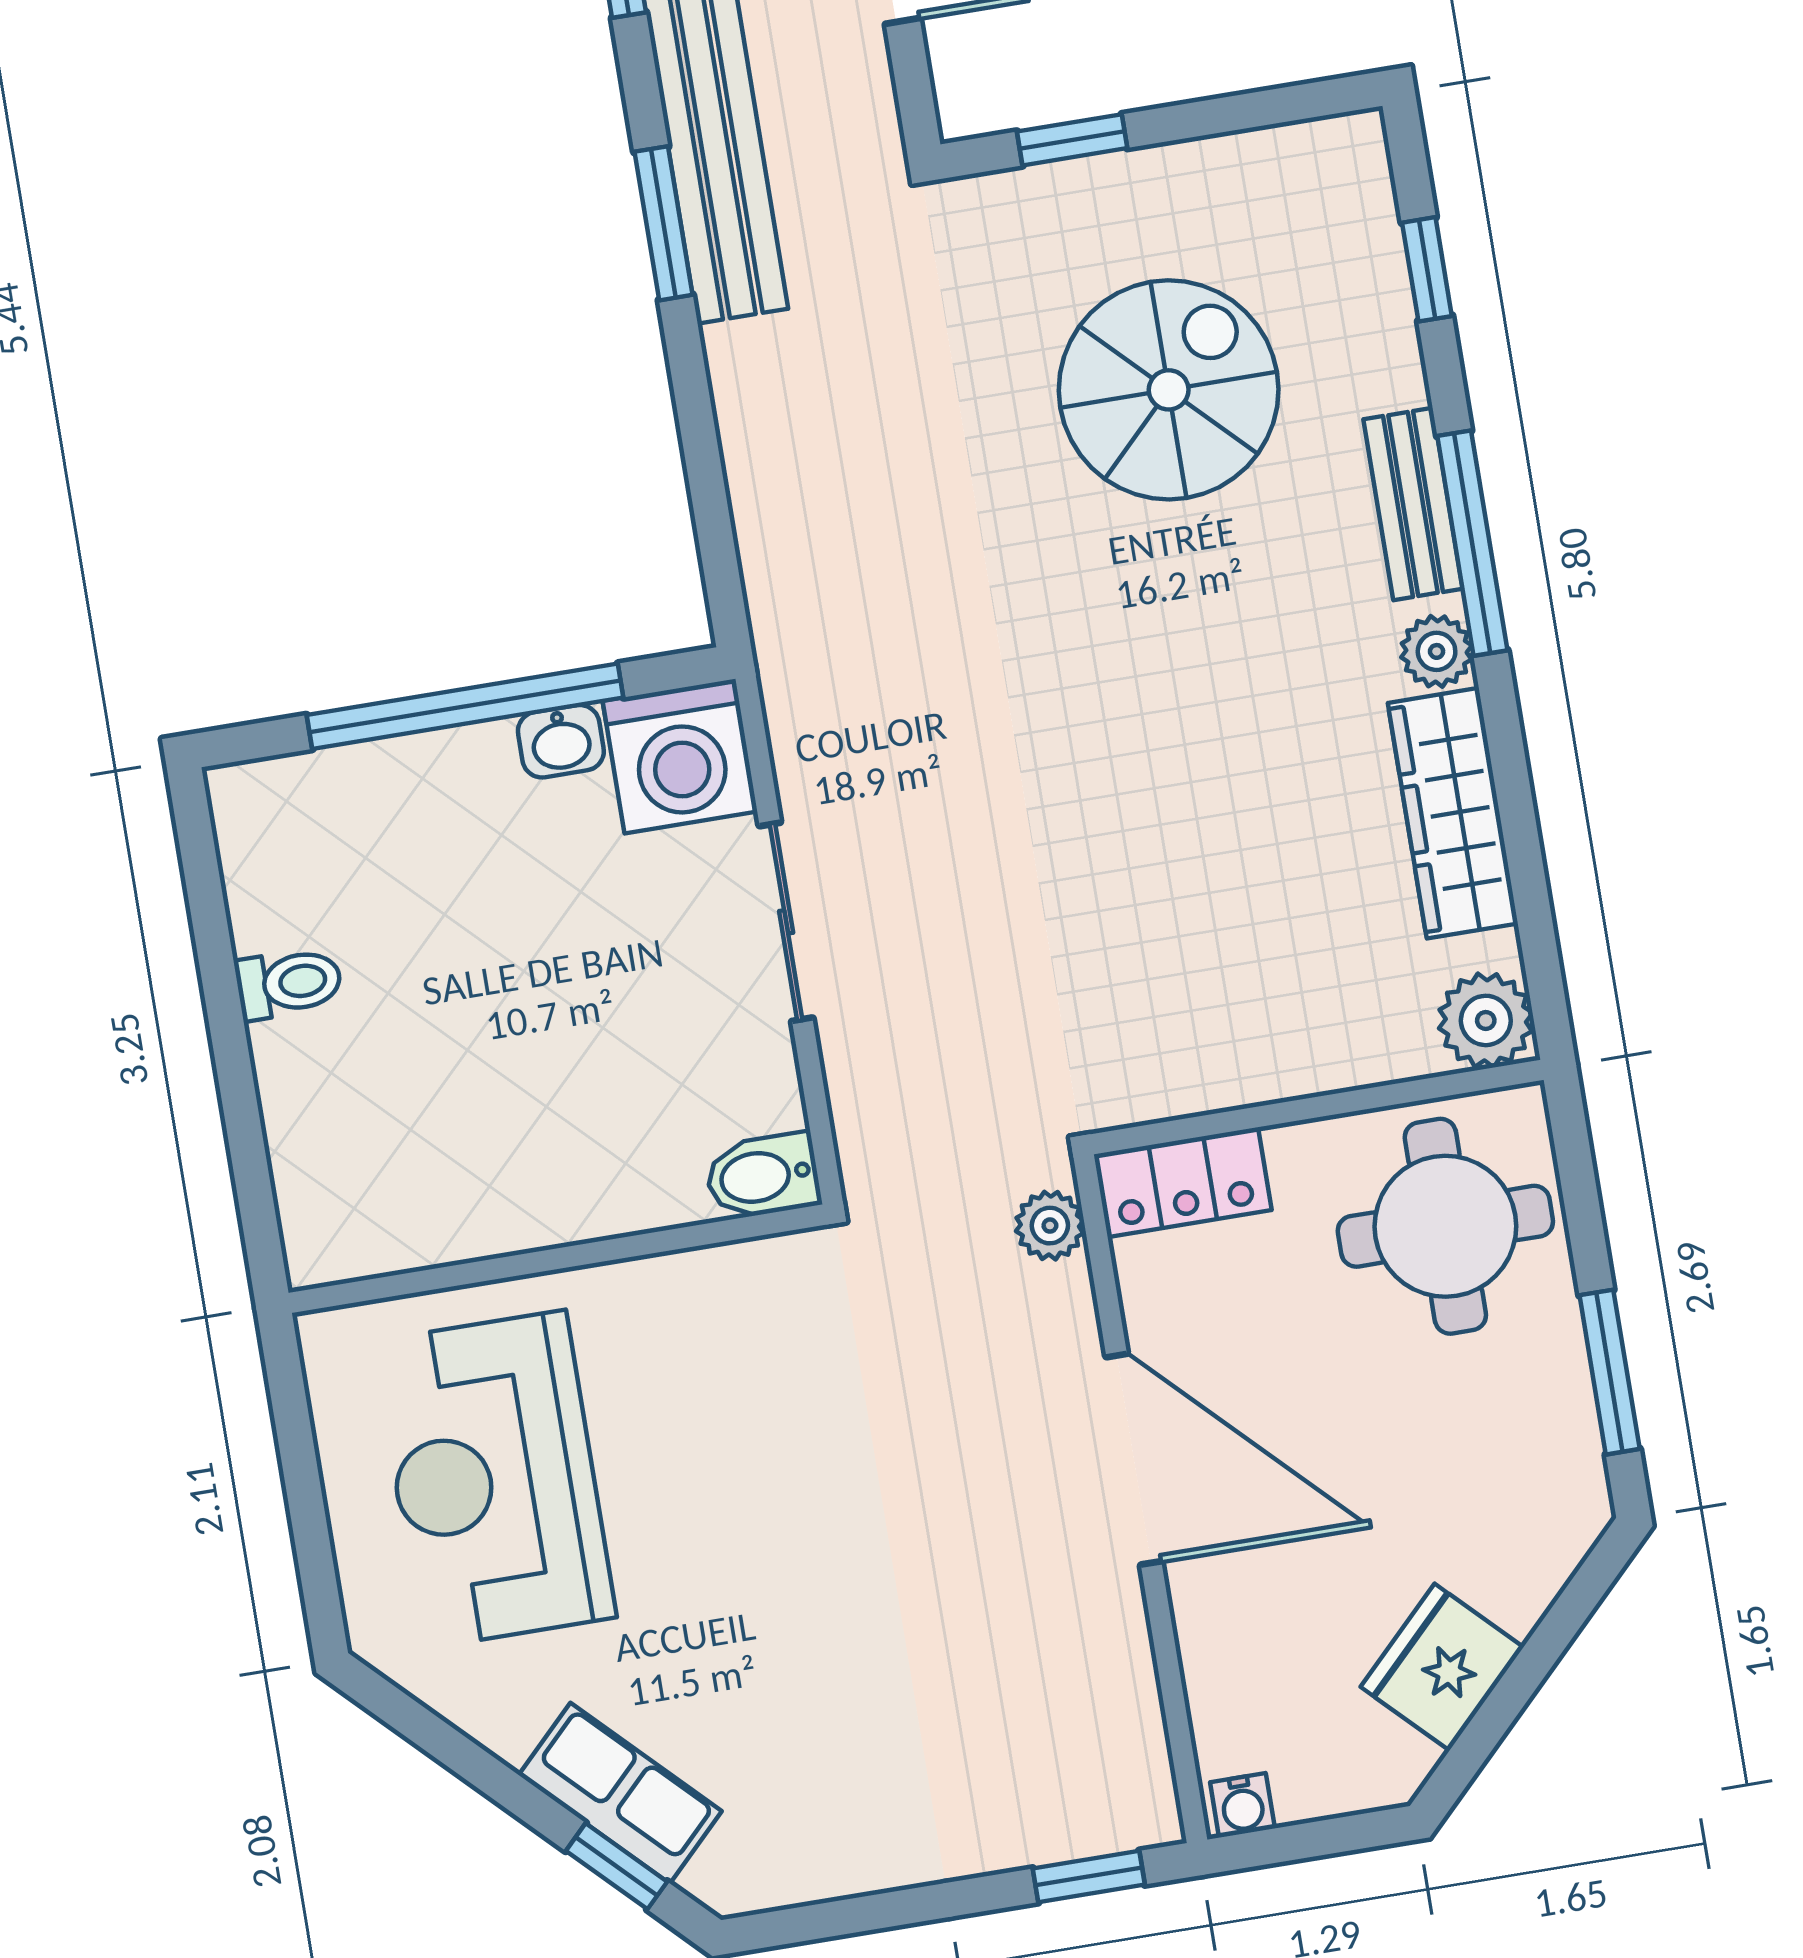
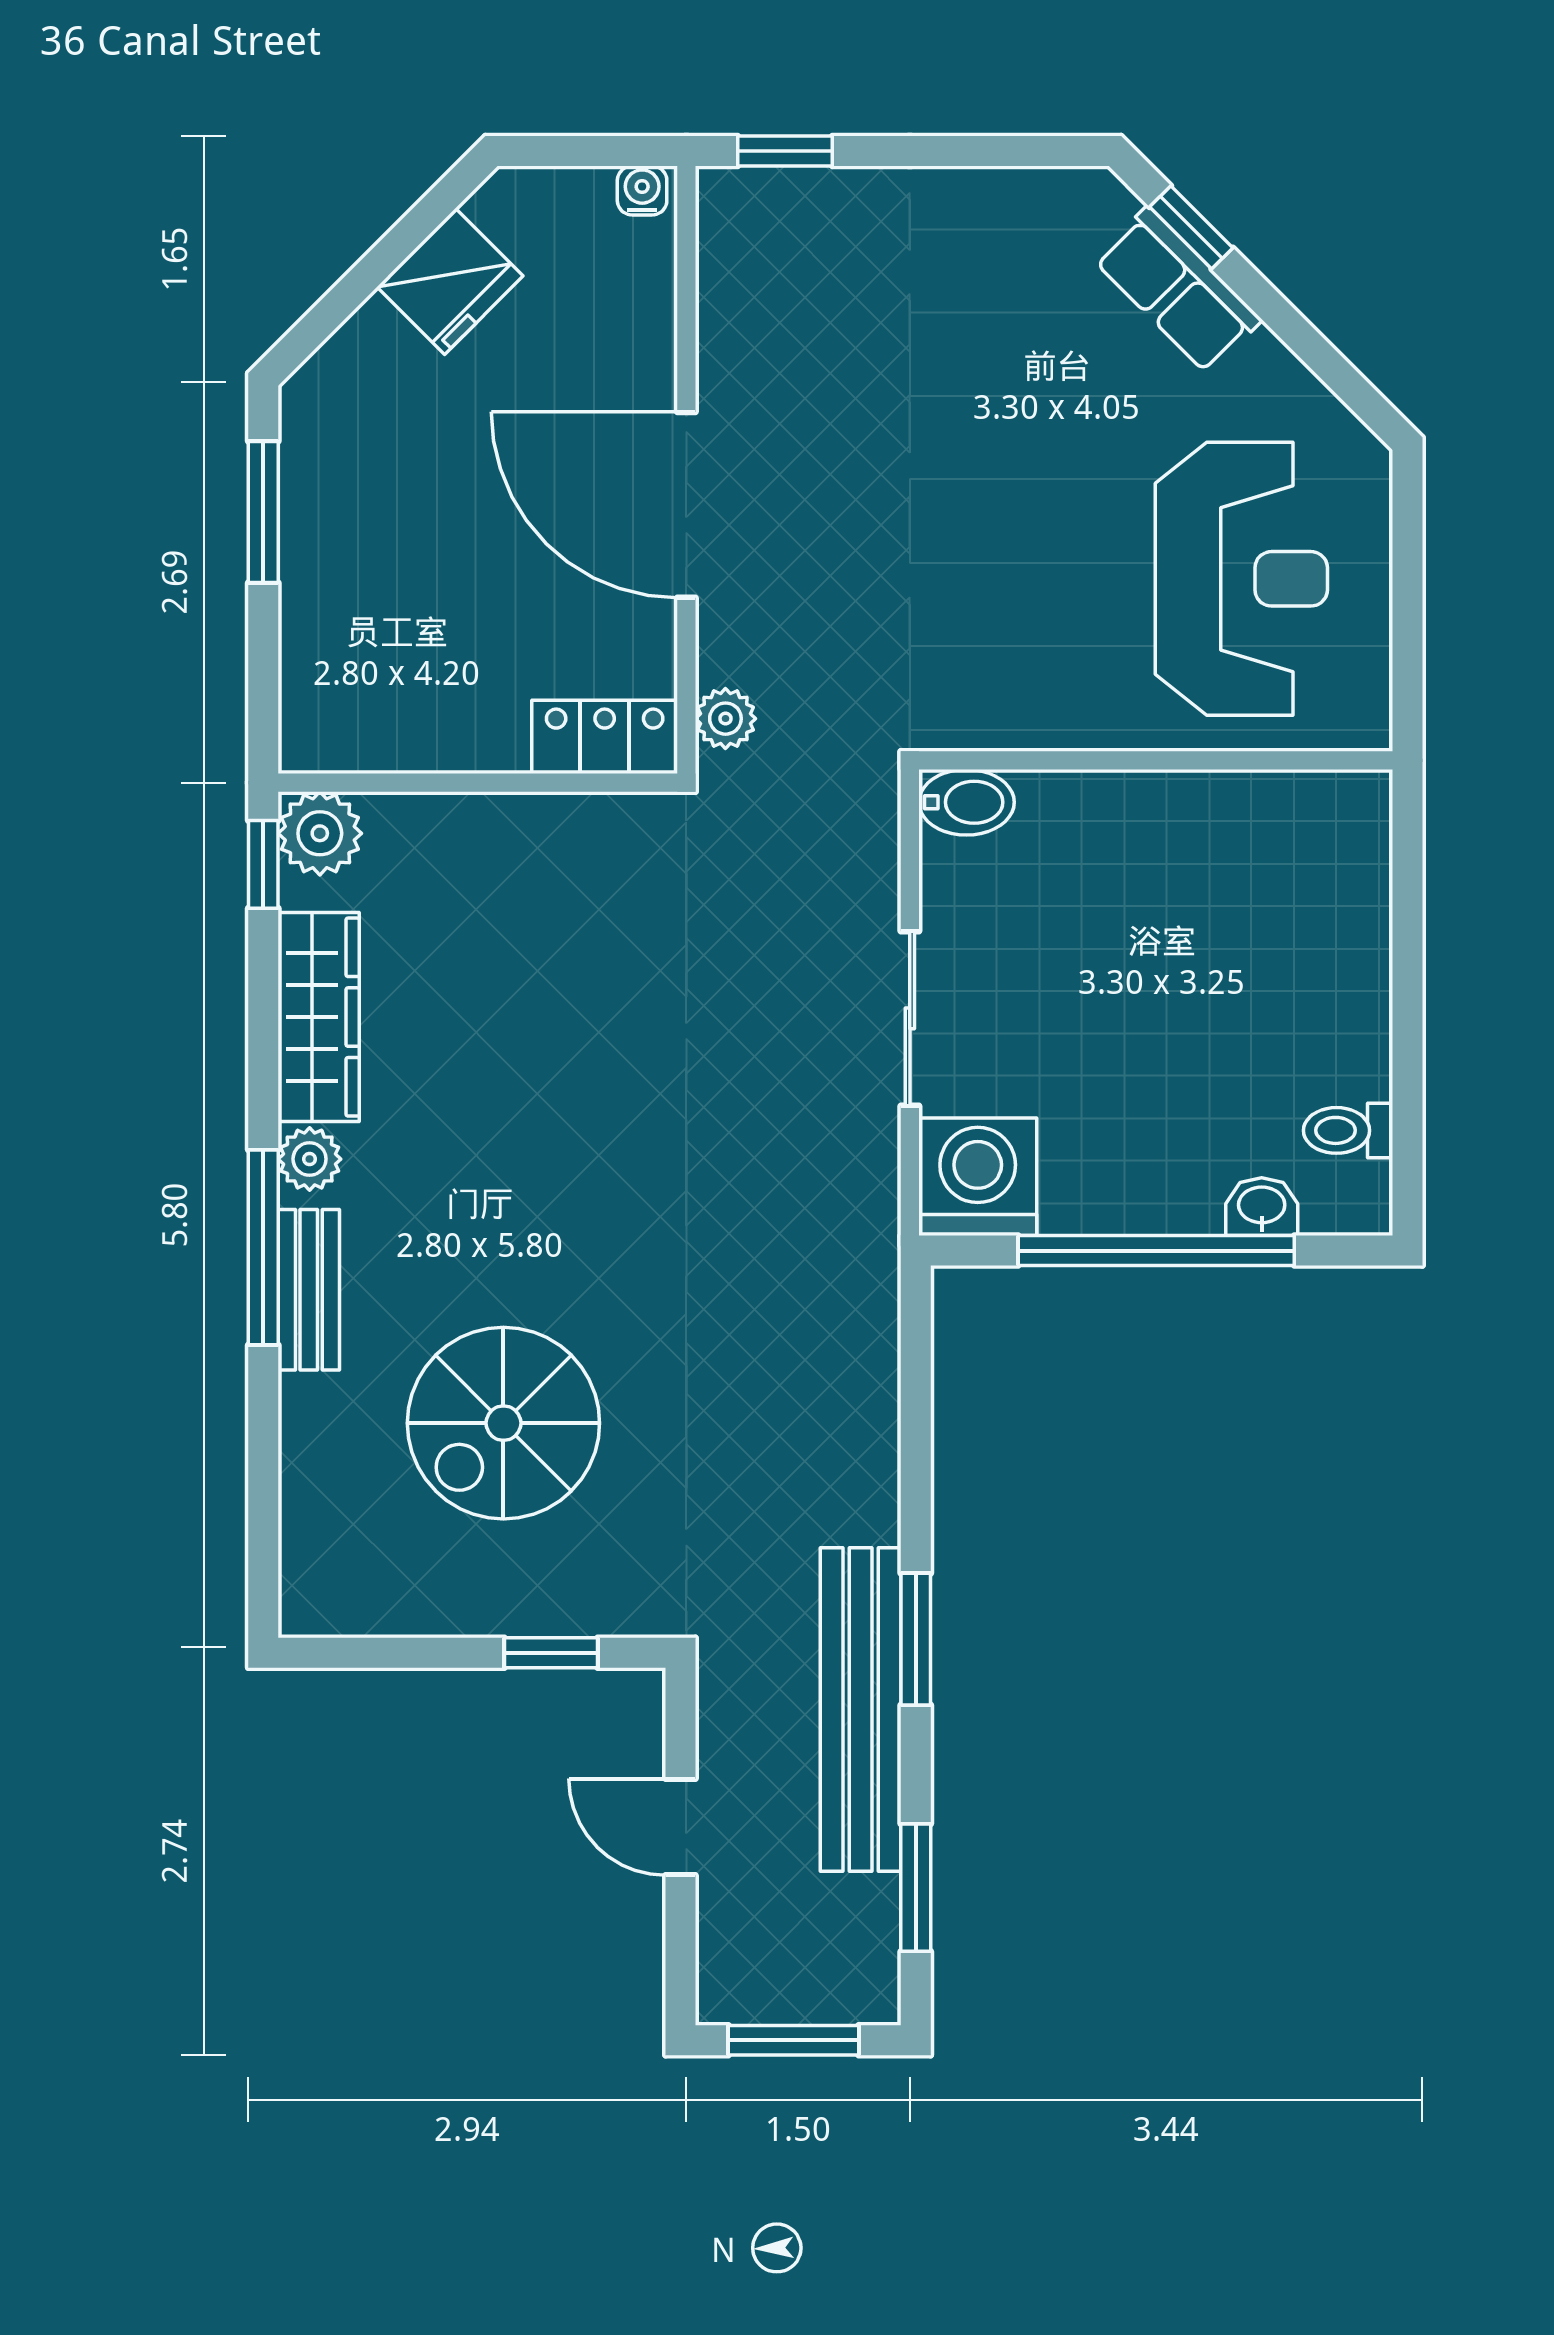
window: (1427, 269) -> (263, 864), moved
washbasin: (561, 741) -> (1262, 1207), moved
toilet: (289, 983) -> (1348, 1130), moved
round table: (1445, 1226) -> (384, 661), removed

